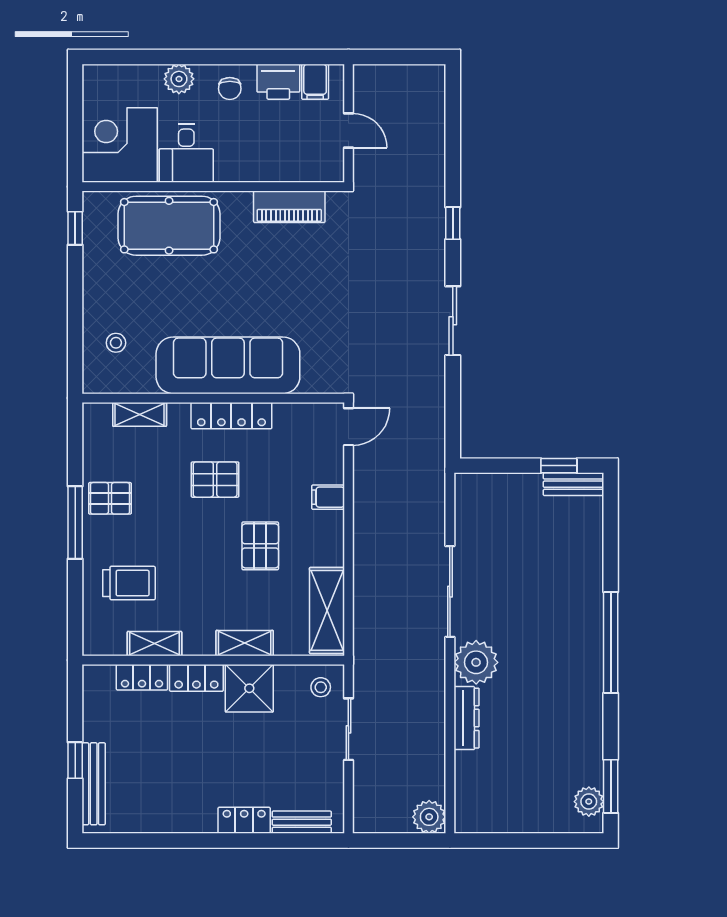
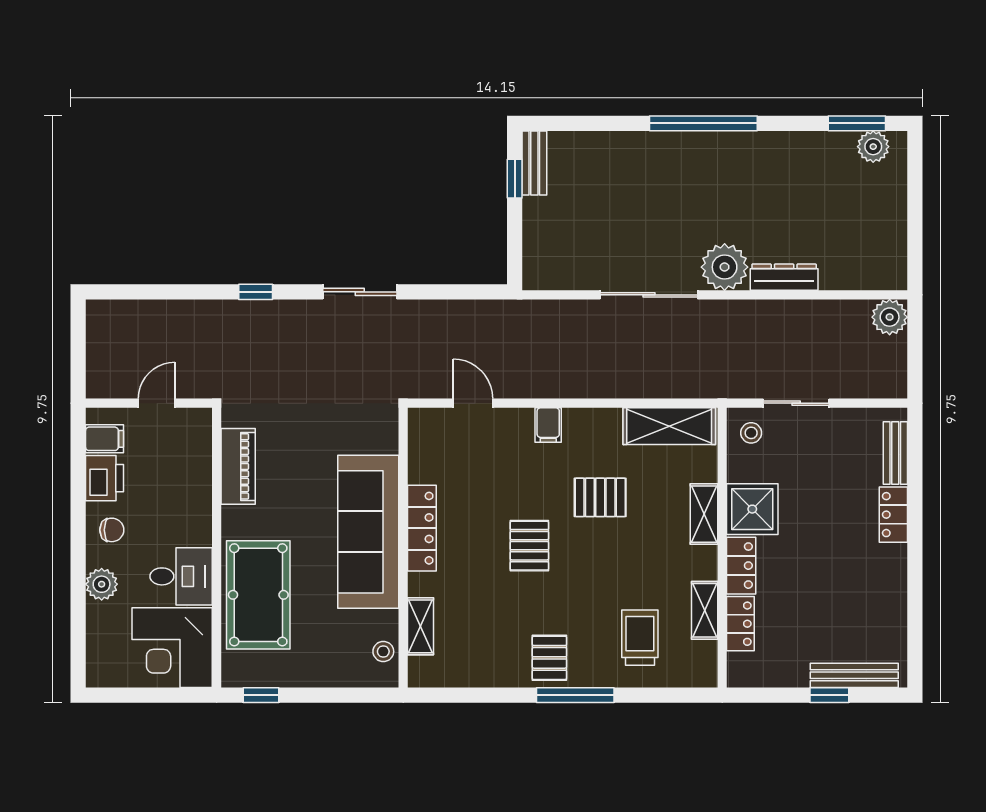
sofa: (228, 365) -> (368, 532), moved
wall: (213, 398) -> (403, 548), moved
shelving: (140, 414) -> (421, 626), moved
locker: (231, 416) -> (422, 528), moved

